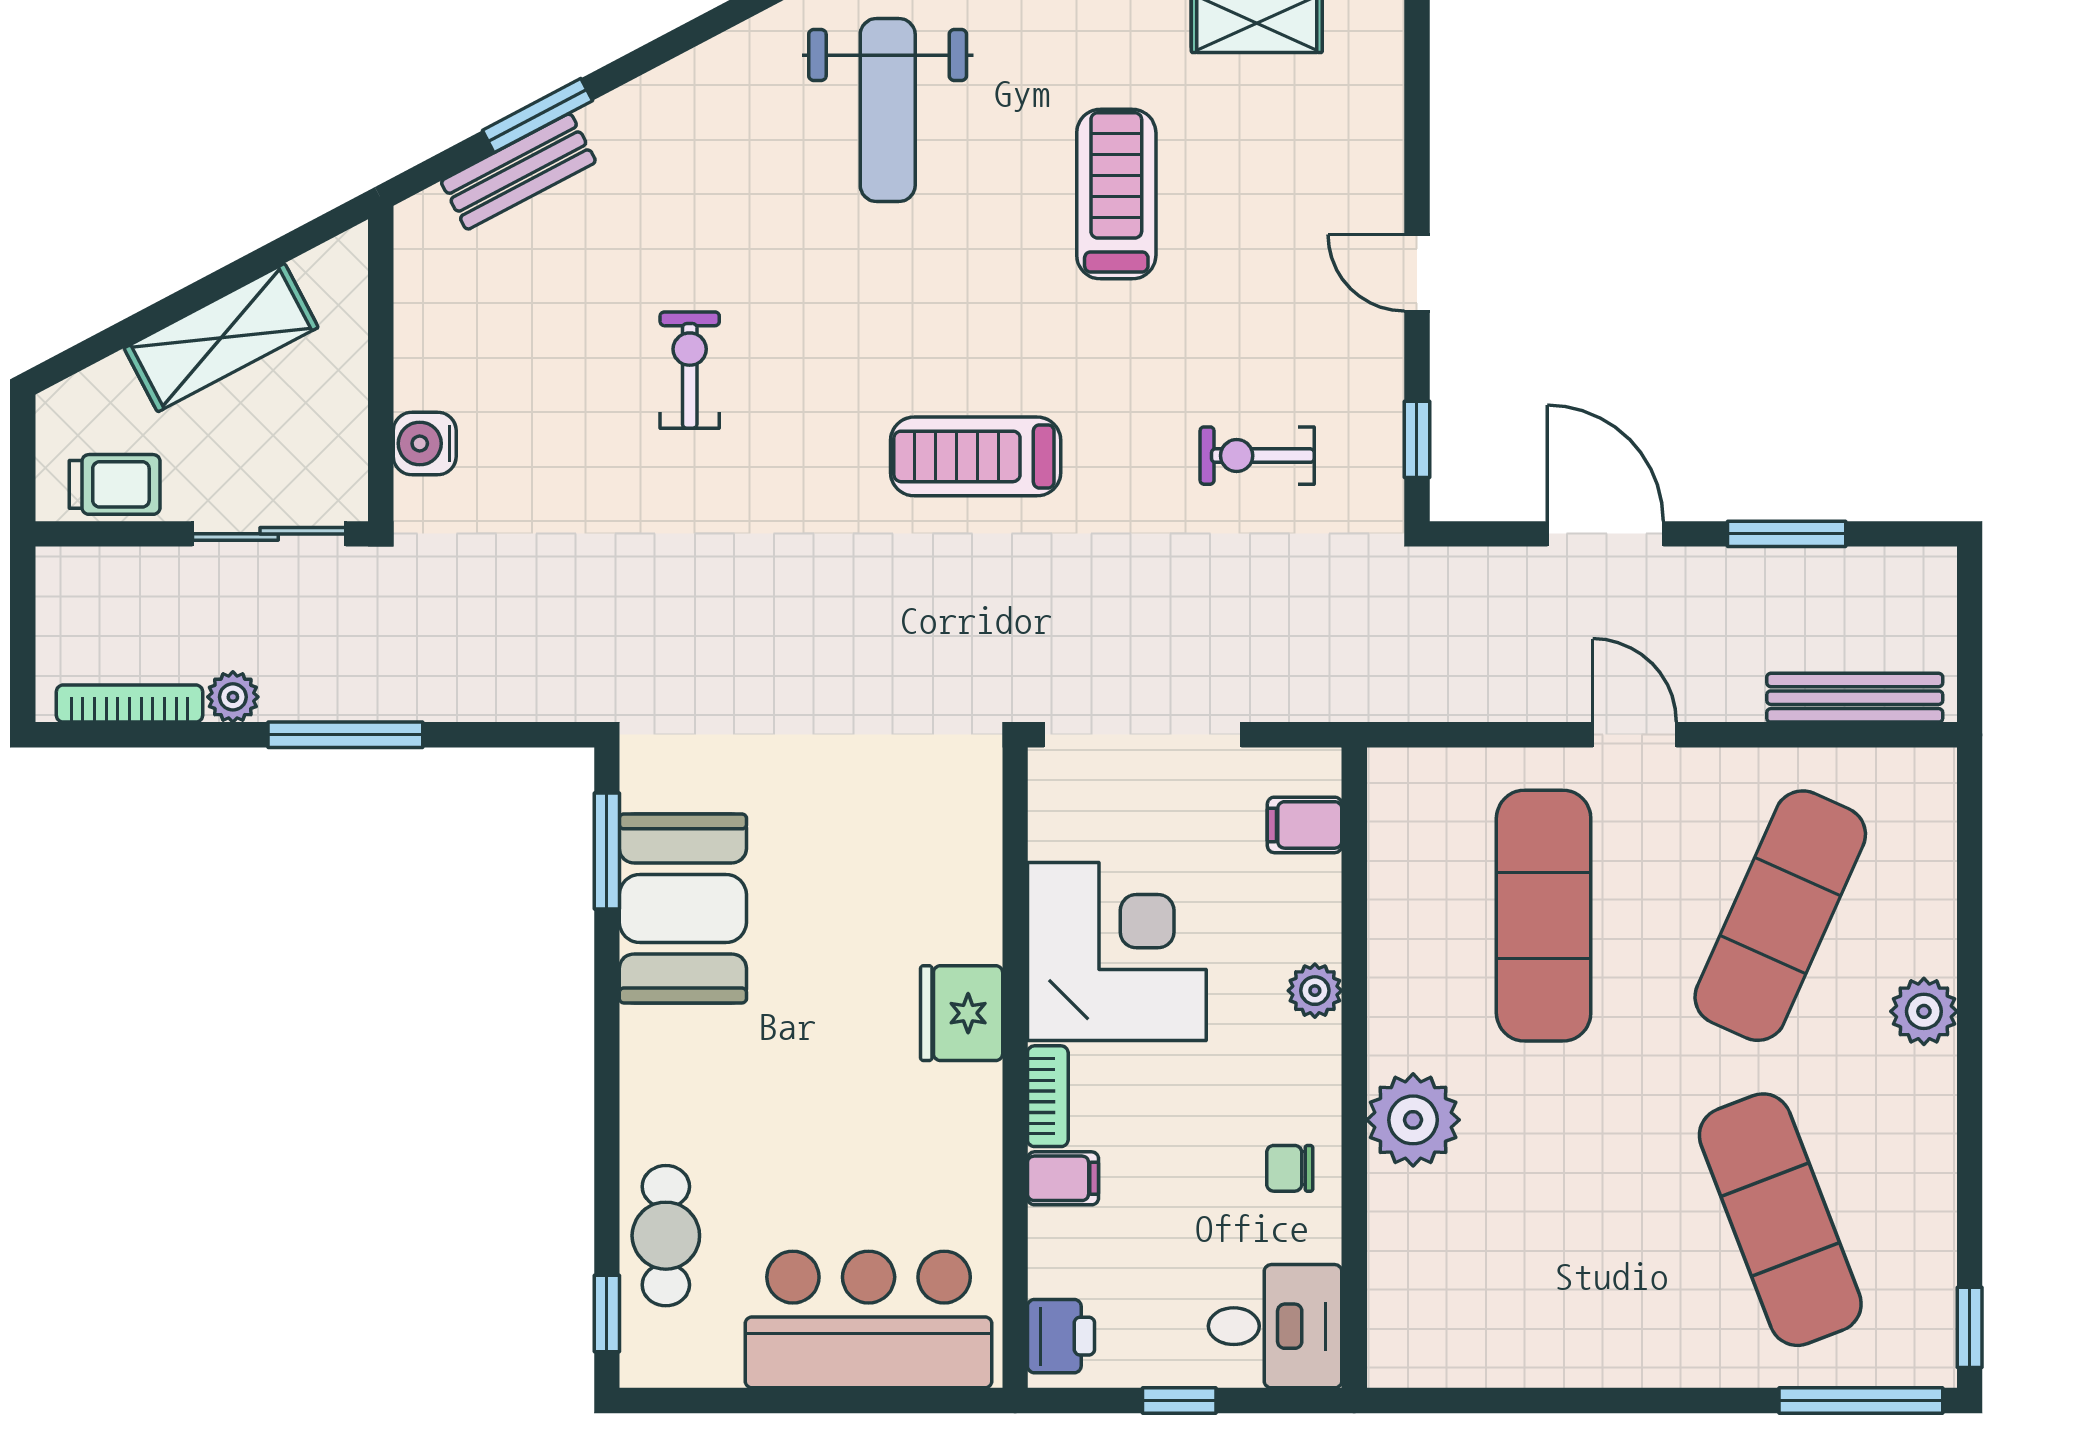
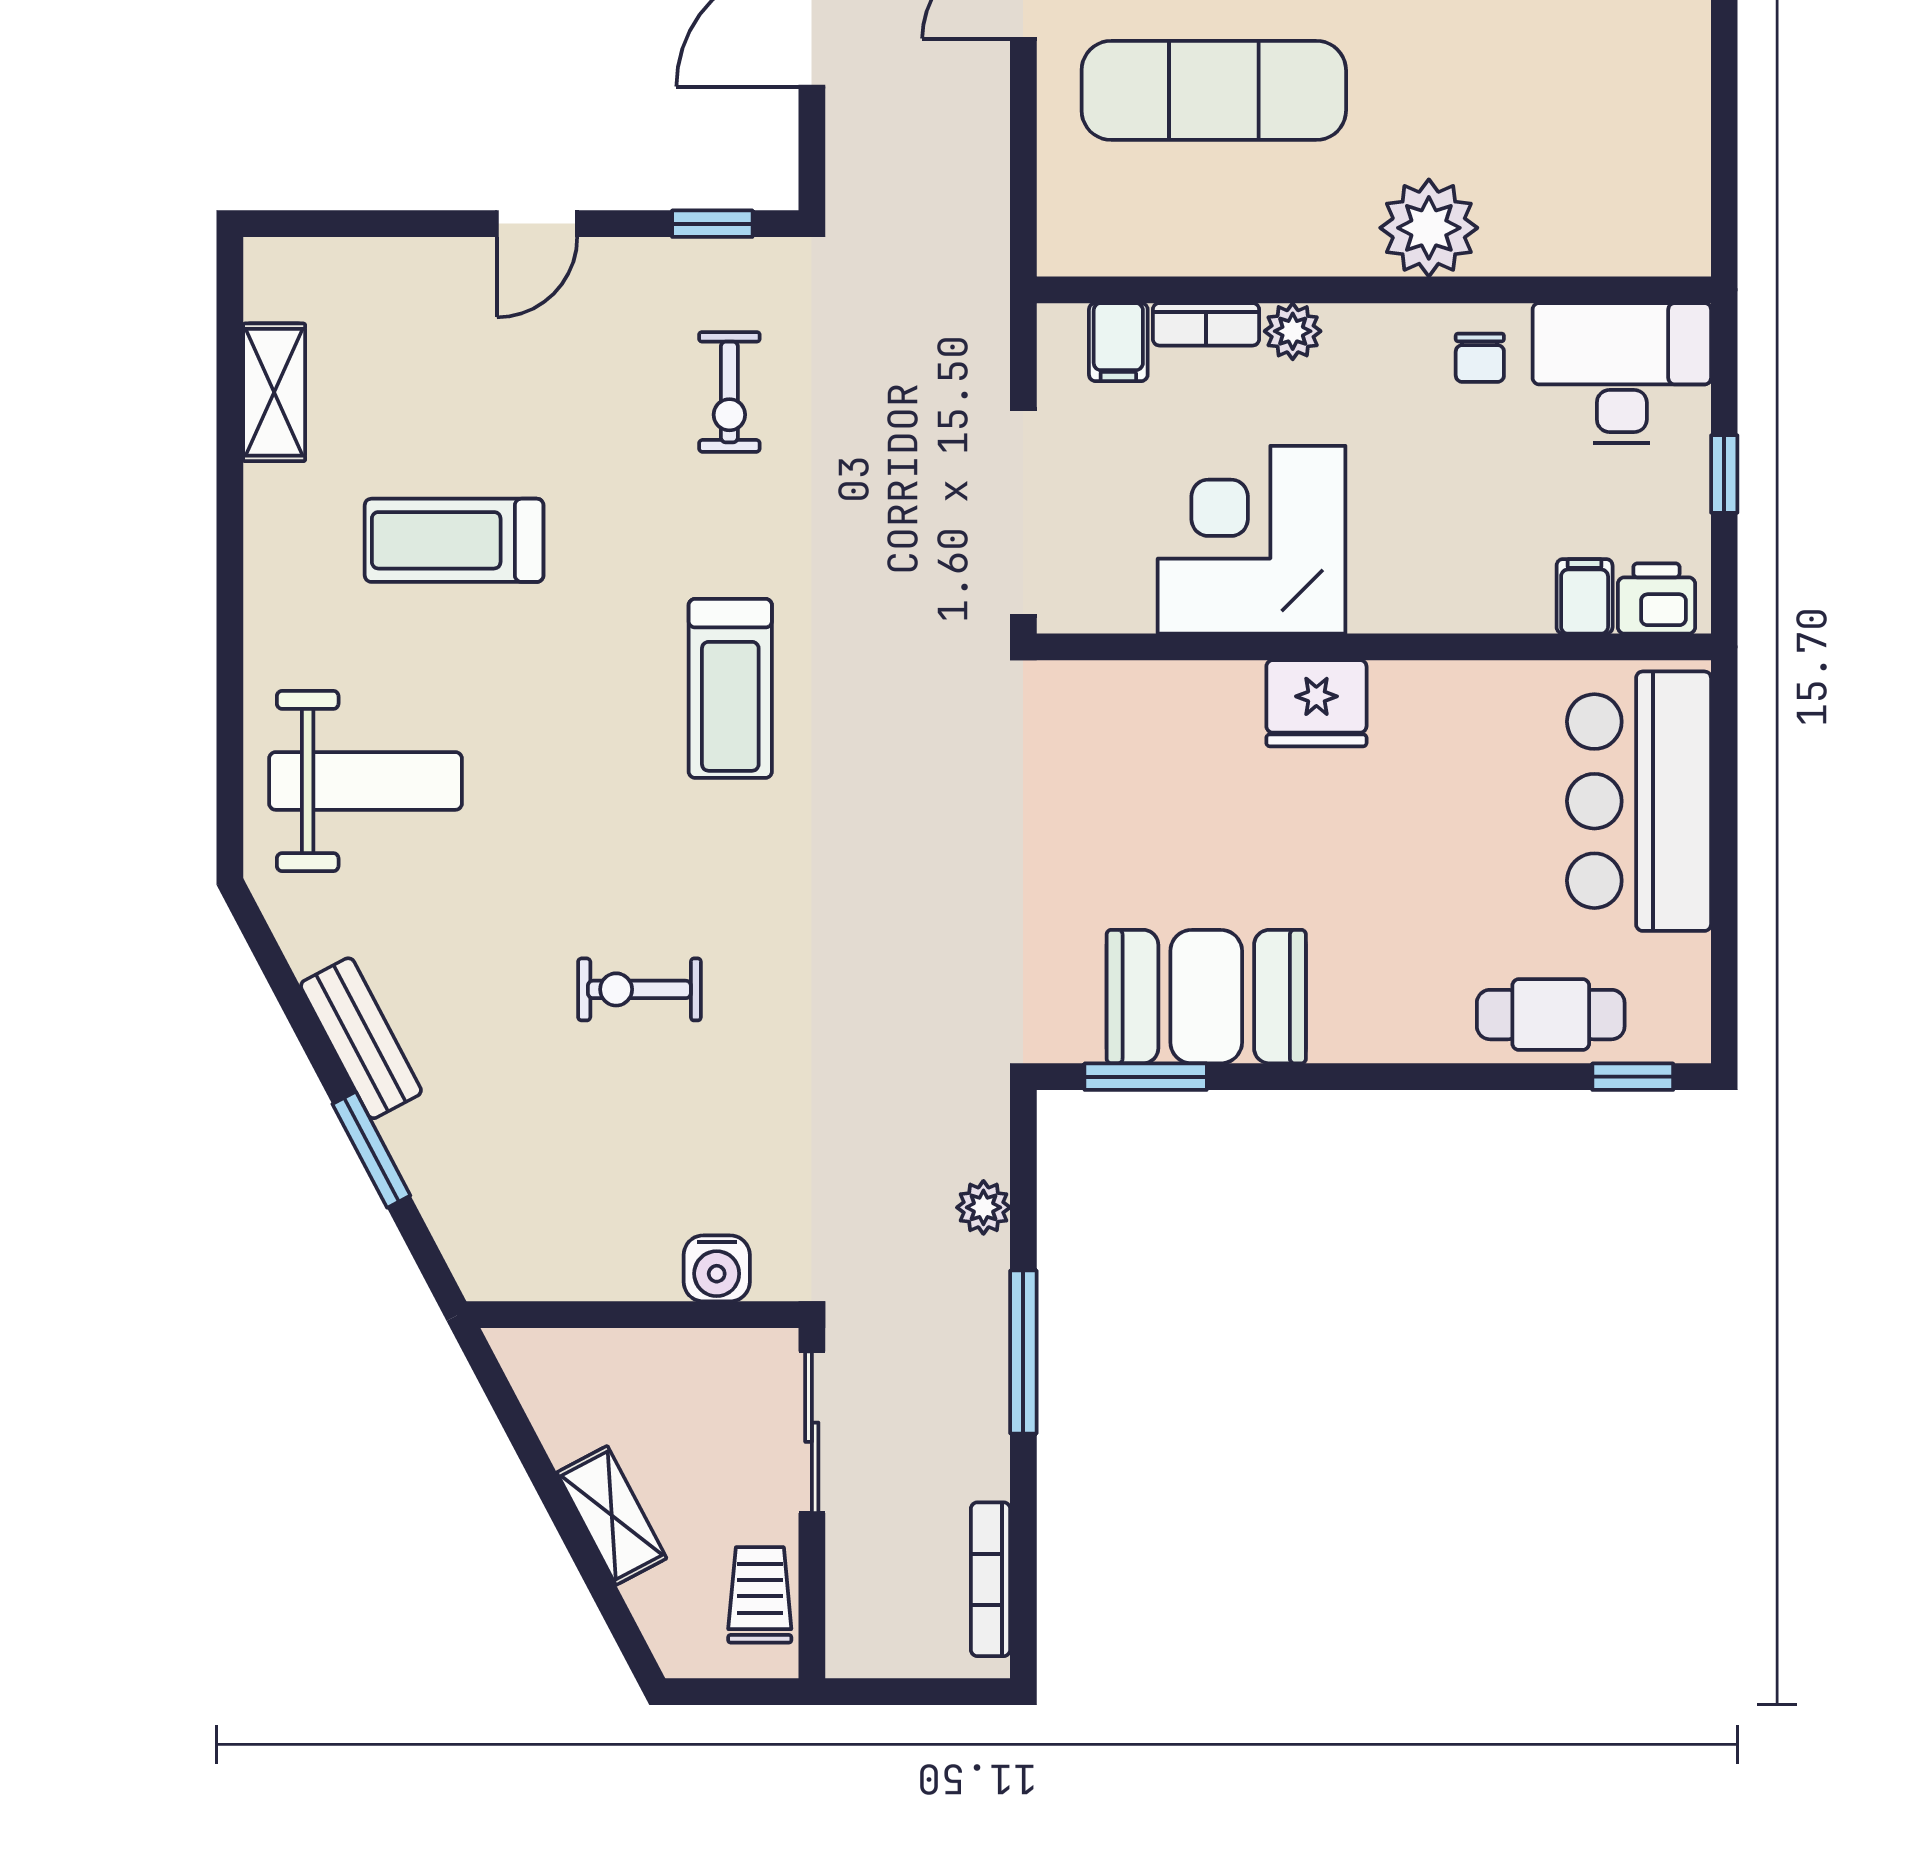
bench: (518, 172) -> (361, 1038), moved
shelving: (221, 338) -> (612, 1515), width x0.67, depth x0.75
plant: (233, 697) -> (983, 1207), moved
bookcase: (1048, 1096) -> (1206, 324), moved, turned 180
filing cabinet: (1063, 1178) -> (1585, 596), moved
desk: (1275, 1326) -> (1622, 373), width x1.37

